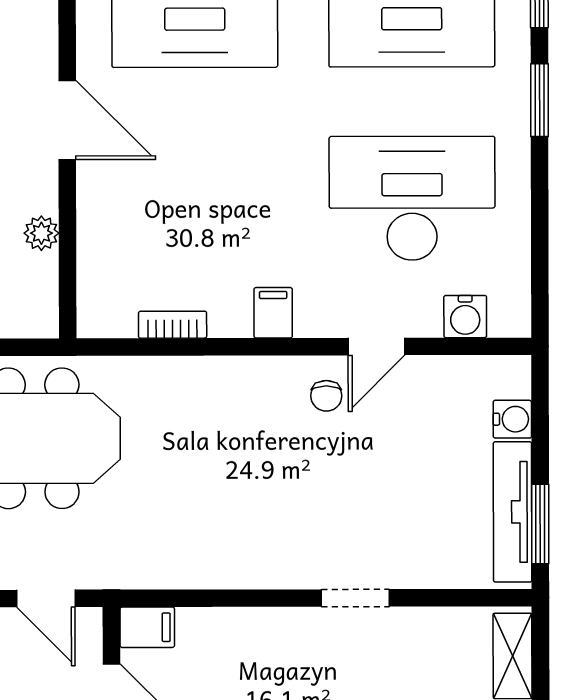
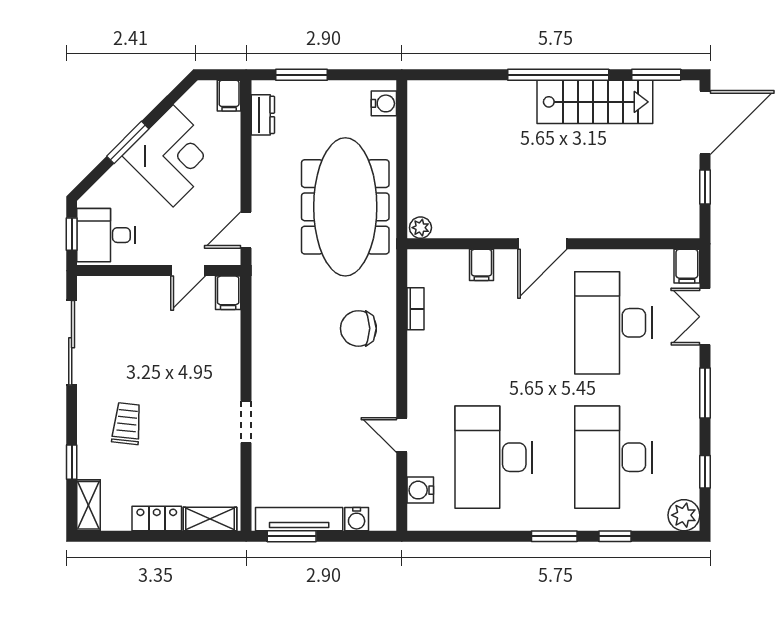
desk: (412, 198) -> (494, 457), turned 180
plant: (41, 233) -> (420, 228), moved
filing cabinet: (273, 313) -> (481, 265), moved, turned 90
chair: (326, 396) -> (358, 328), moved, width x1.87, depth x1.87

